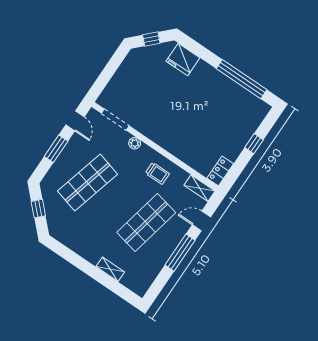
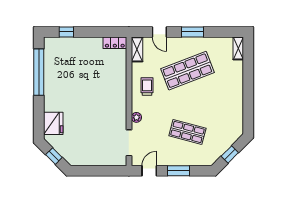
window: (254, 144) -> (66, 32), moved
shop shelf: (87, 183) -> (187, 132), width x0.70, depth x0.74
shop shelf: (146, 222) -> (187, 71), turned -33
window: (180, 253) -> (193, 32), width x0.69
shelving: (110, 269) -> (238, 48), moved

